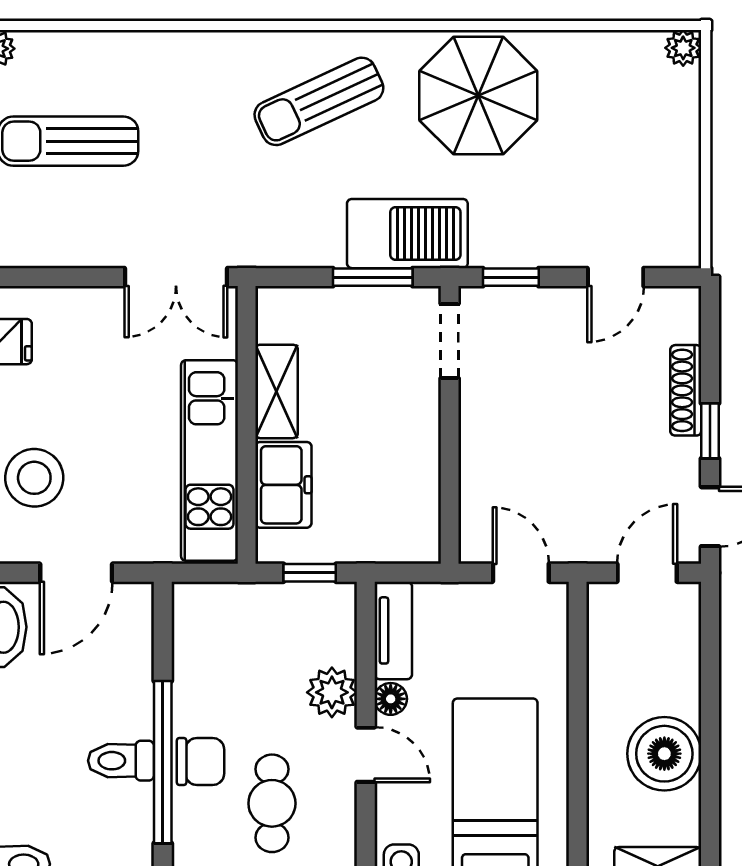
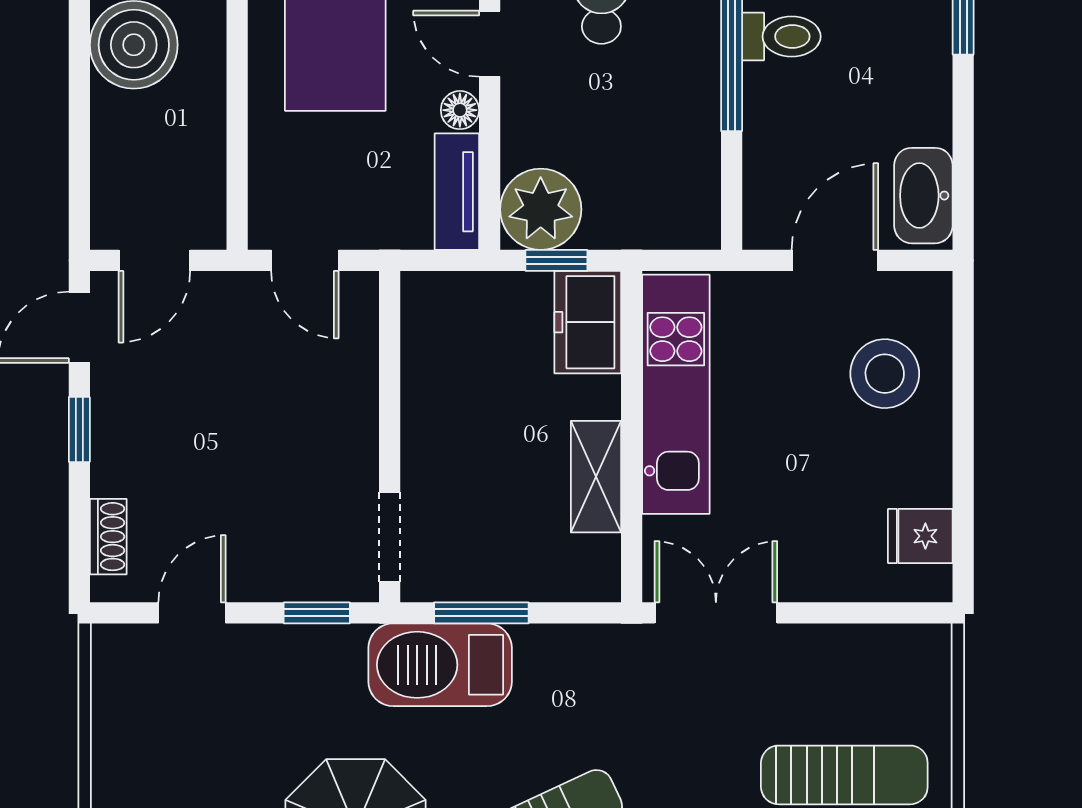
shoe rack: (686, 390) -> (108, 537), moved, width x0.70
freezer: (283, 485) -> (588, 322), moved
plant: (332, 692) -> (541, 209), moved, width x1.36, depth x1.36
chair: (200, 762) -> (687, 35), removed

